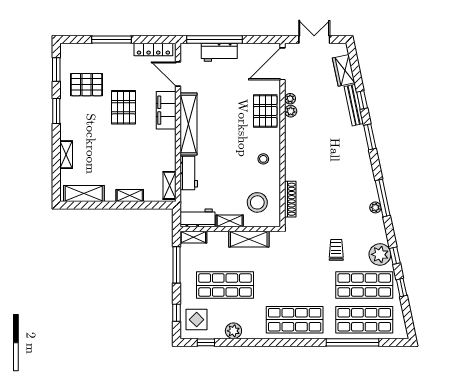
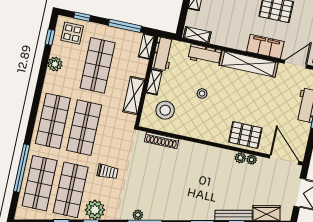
stool: (263, 159) -> (202, 93), moved
shop shelf: (295, 285) -> (84, 128), added

